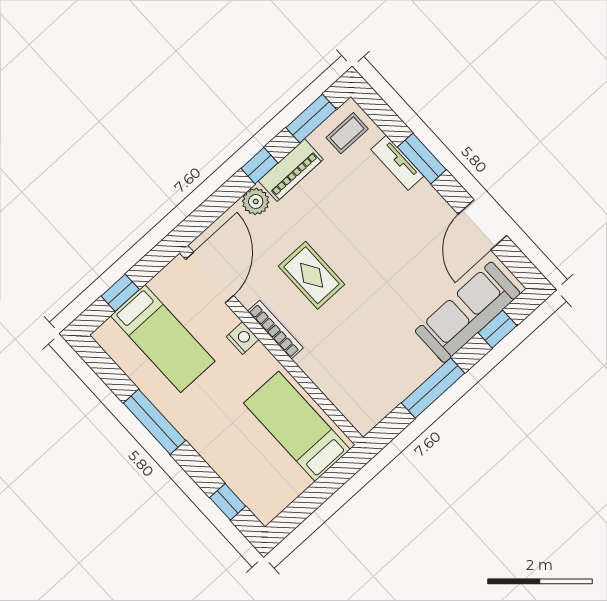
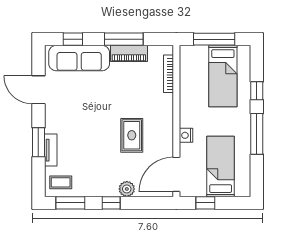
piano: (291, 170) -> (129, 53), moved, turned 180
door: (482, 225) -> (38, 90), swing flipped
window: (120, 293) -> (205, 203), moved
bookcase: (275, 330) -> (169, 74), moved
bed: (297, 426) -> (223, 76), moved
window: (318, 493) -> (214, 39), added
window: (228, 502) -> (257, 91), moved

